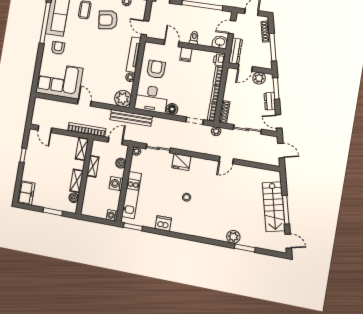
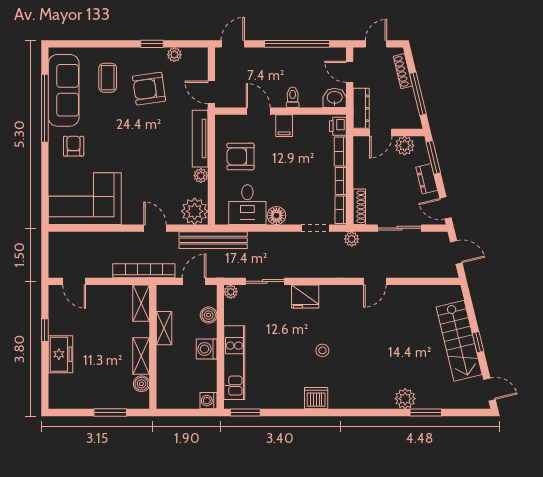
door: (232, 27) -> (350, 72), hinge flipped
armchair: (156, 69) -> (241, 157), turned -90
desk: (151, 99) -> (247, 205), width x0.73
door: (84, 103) -> (155, 228), moved
freezer: (26, 193) -> (61, 354), moved
window: (286, 210) -> (478, 342), width x0.46
dishwasher: (163, 223) -> (316, 398), moved

